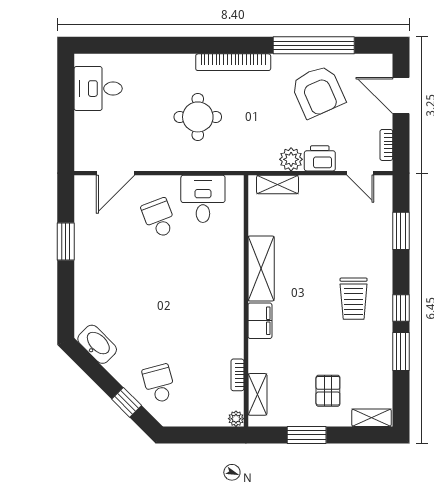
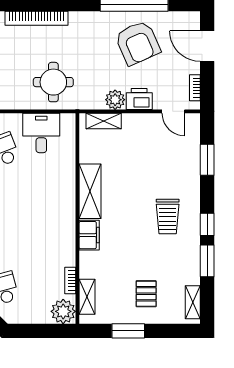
bookcase: (233, 62) -> (37, 18), moved
round table: (198, 117) -> (53, 82), moved
shelving: (371, 418) -> (193, 302), moved, turned 90
plant: (236, 419) -> (63, 311), width x1.88, depth x1.88

